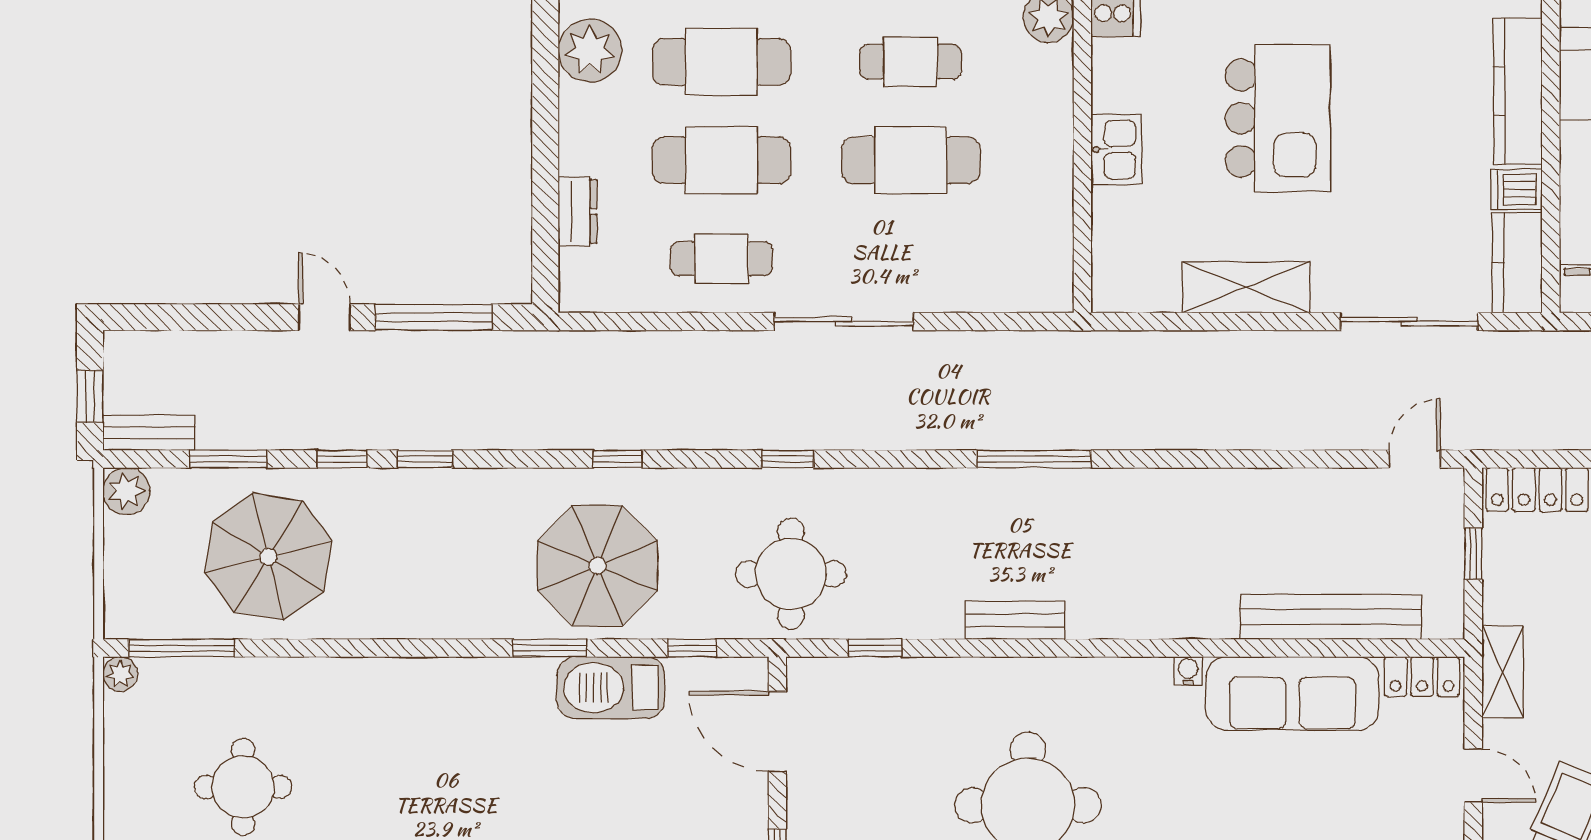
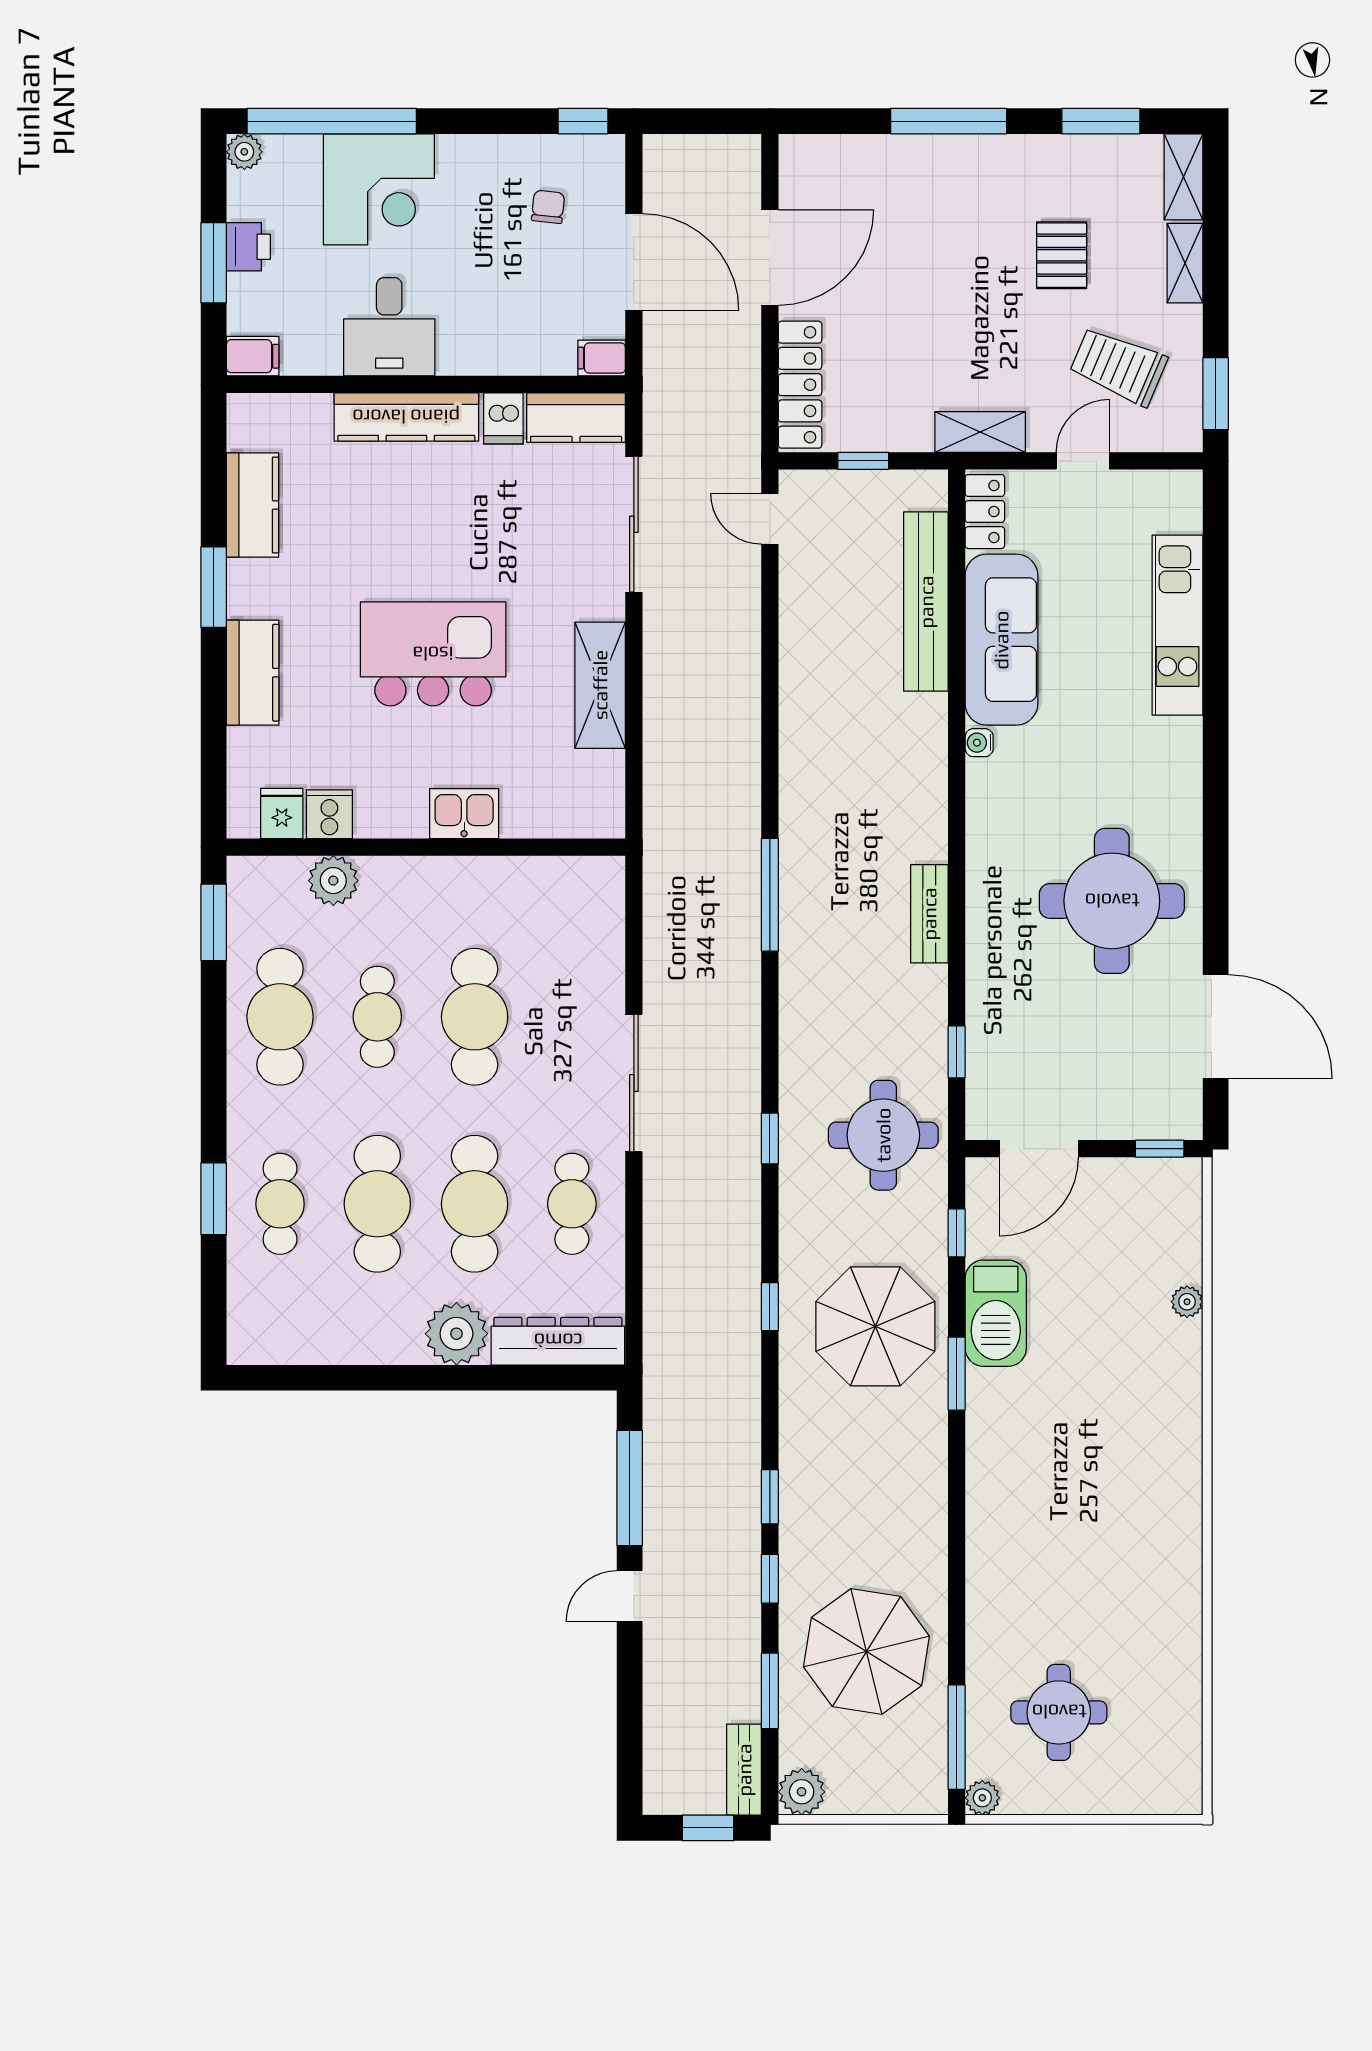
plant: (590, 51) -> (456, 1334), moved
dresser: (578, 211) -> (558, 1341), width x1.96, depth x1.24
round table: (243, 787) -> (1059, 1712), moved

